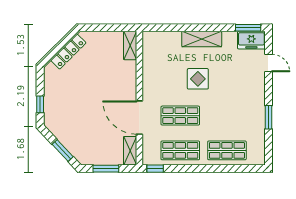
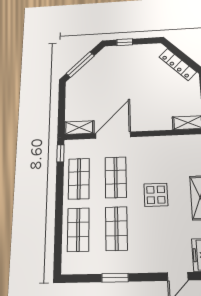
shop shelf: (227, 116) -> (116, 229), added
window: (63, 150) -> (80, 65), width x1.44
window: (106, 169) -> (62, 105), removed

